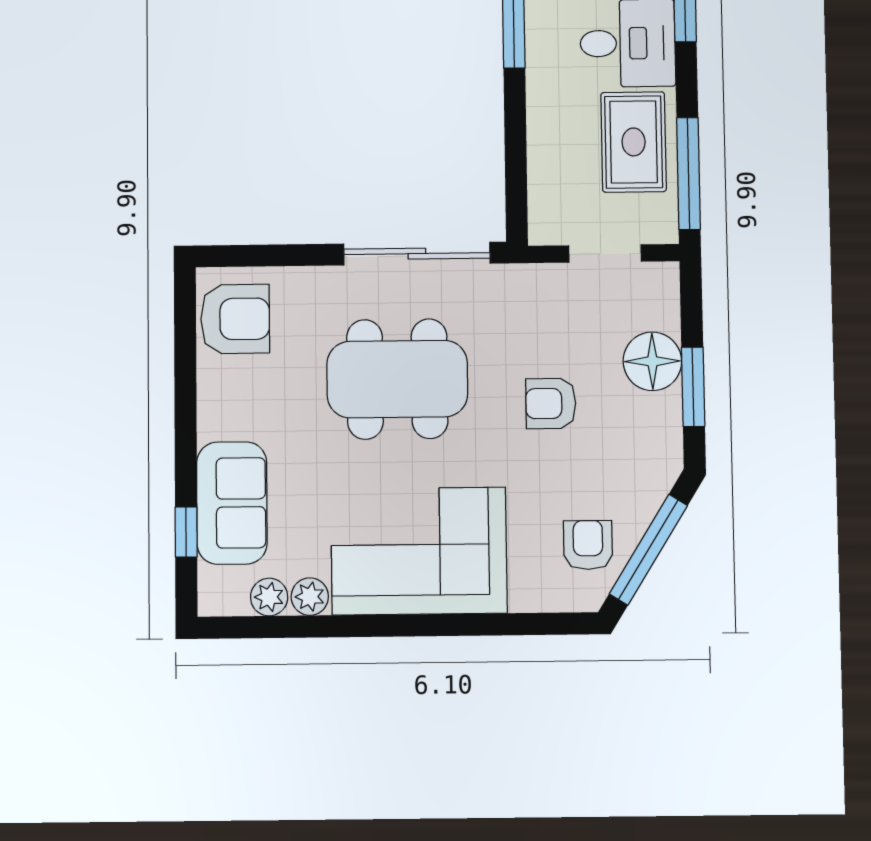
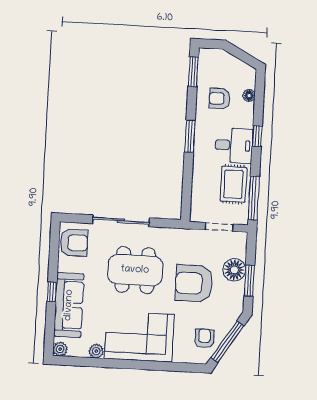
sliding door: (417, 254) -> (121, 221), moved
armchair: (551, 403) -> (194, 283), width x1.88, depth x1.88
sofa: (232, 503) -> (69, 305), width x1.36
window: (186, 532) -> (52, 292), moved
plant: (269, 597) -> (60, 349), moved

